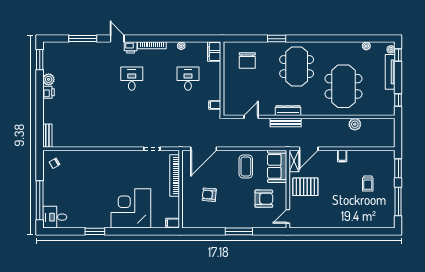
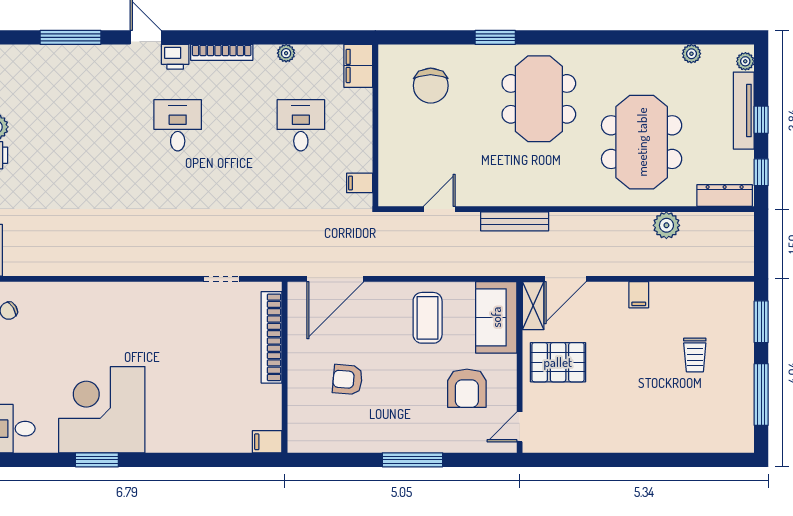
window: (398, 55) -> (761, 120), moved
dresser: (288, 111) -> (725, 195), moved
armchair: (264, 199) -> (467, 388), turned 90
corner desk: (131, 208) -> (102, 410), moved

